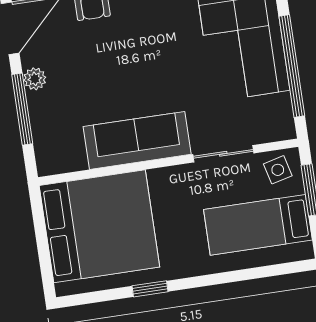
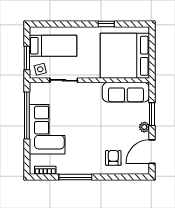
window: (22, 109) -> (152, 114), width x0.69
sofa: (137, 140) -> (126, 92), moved

